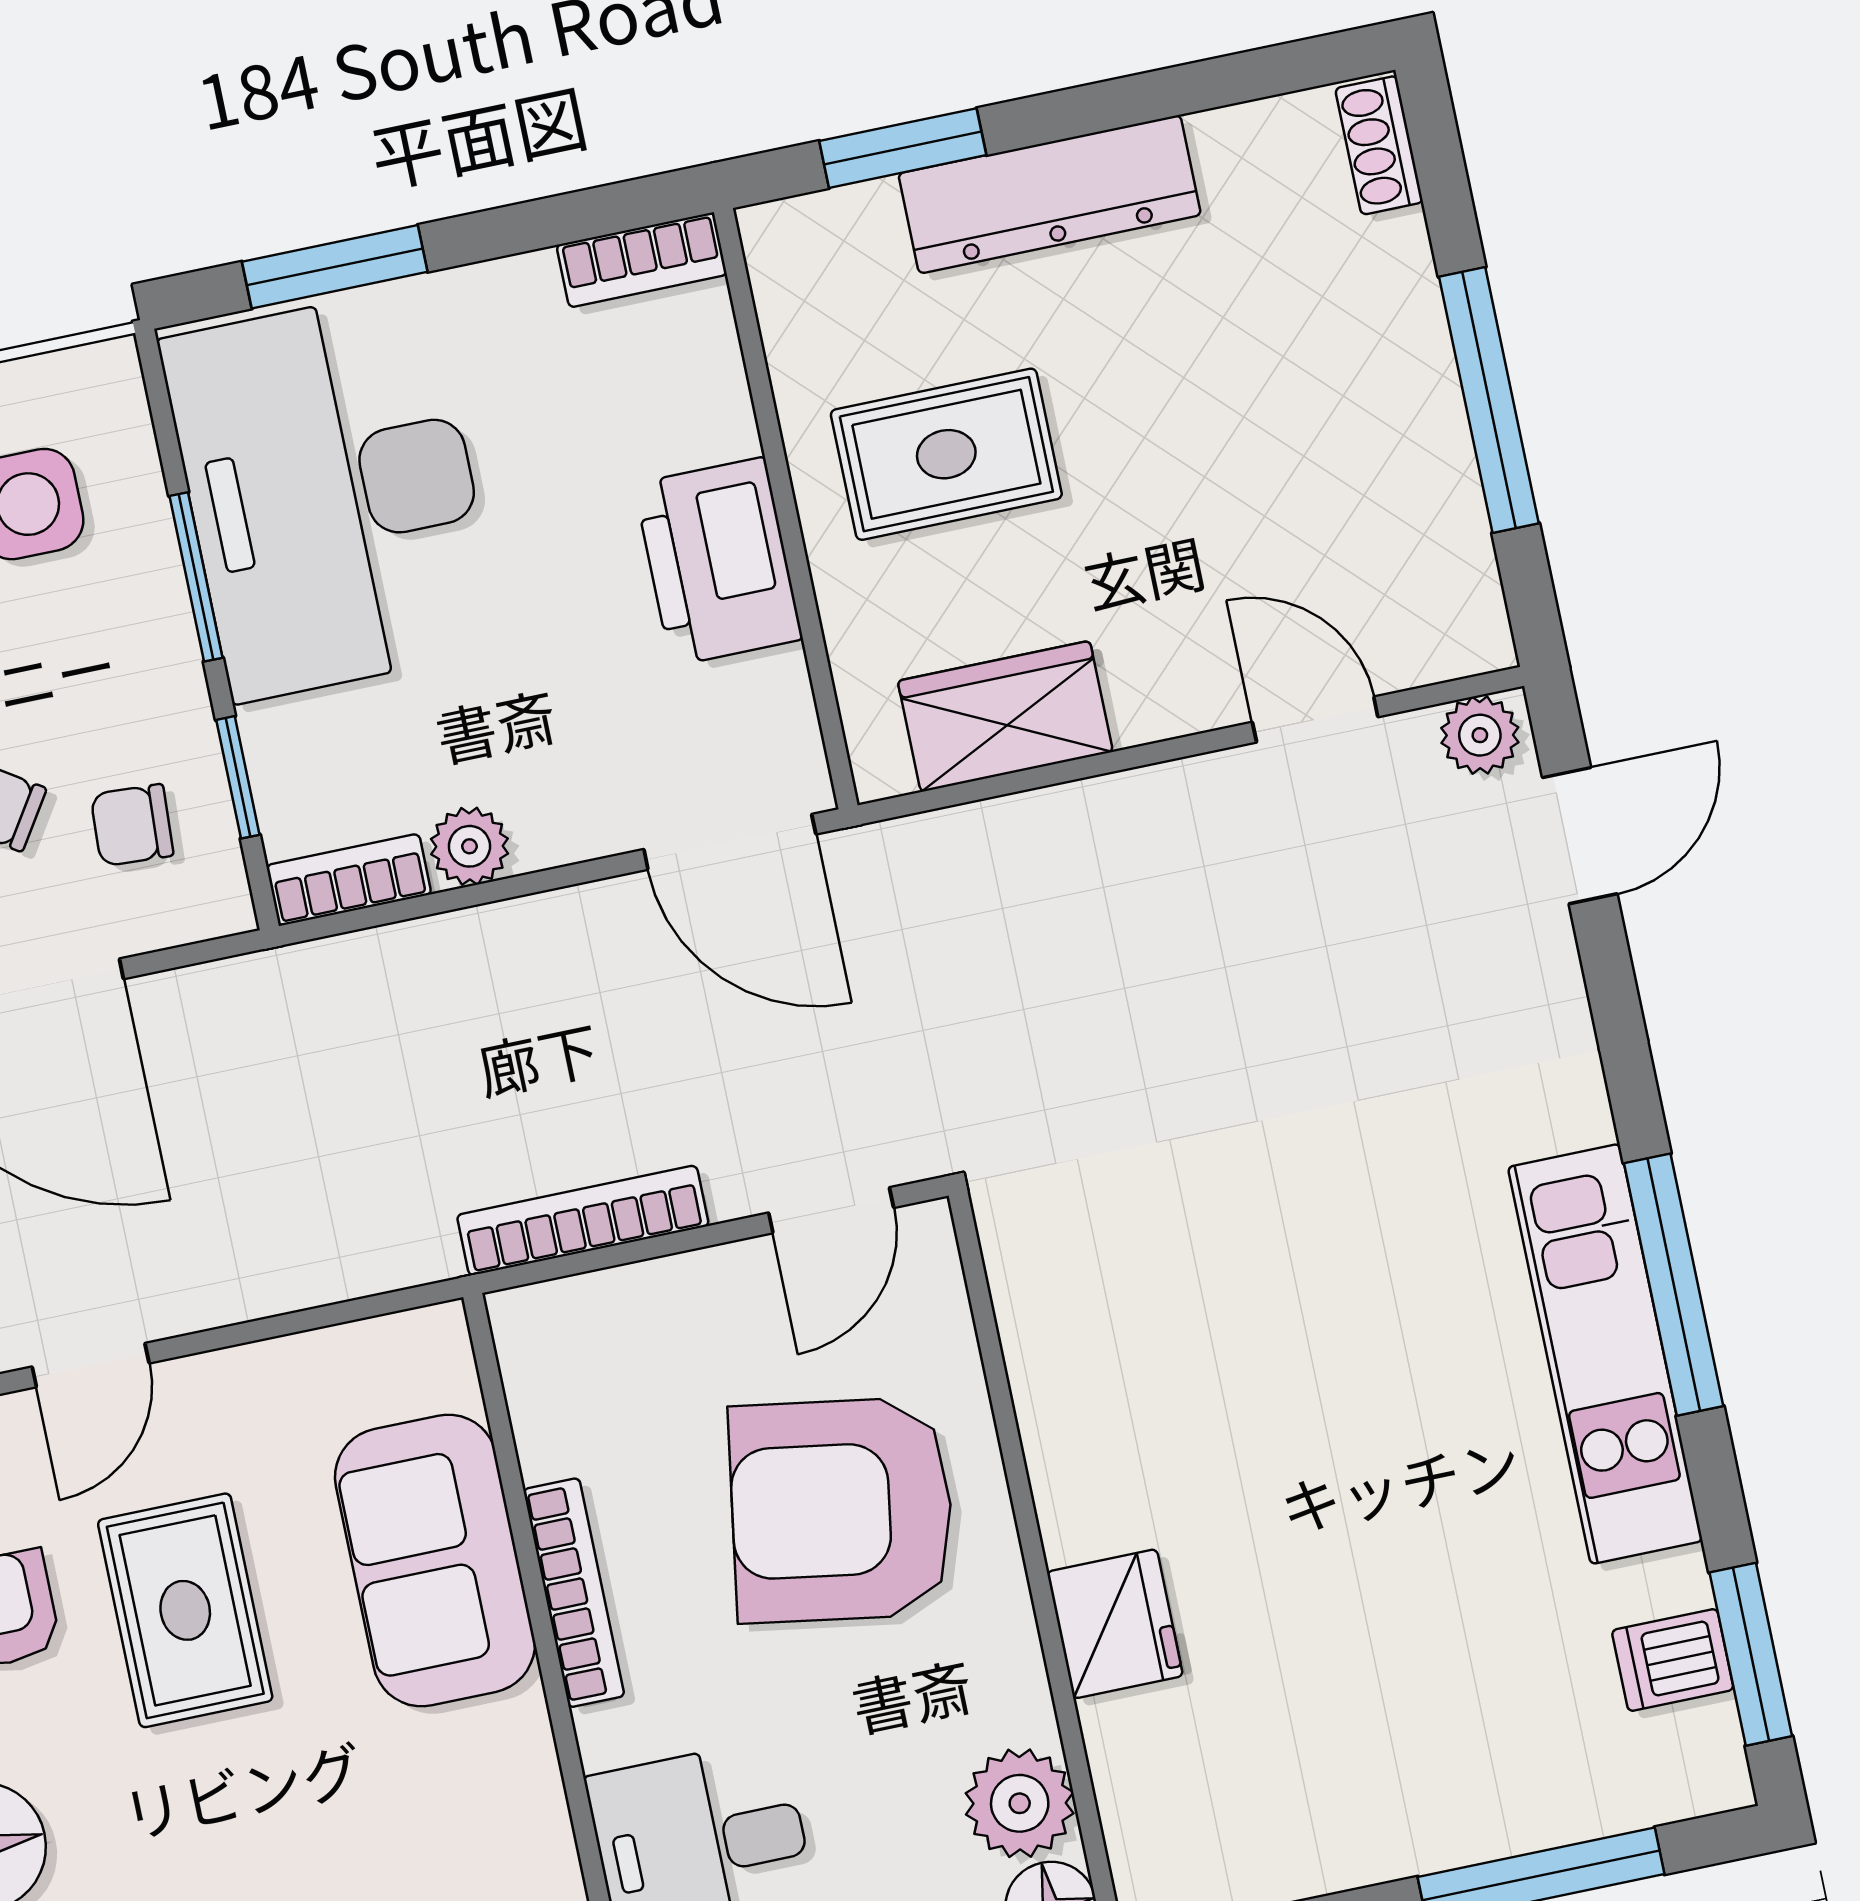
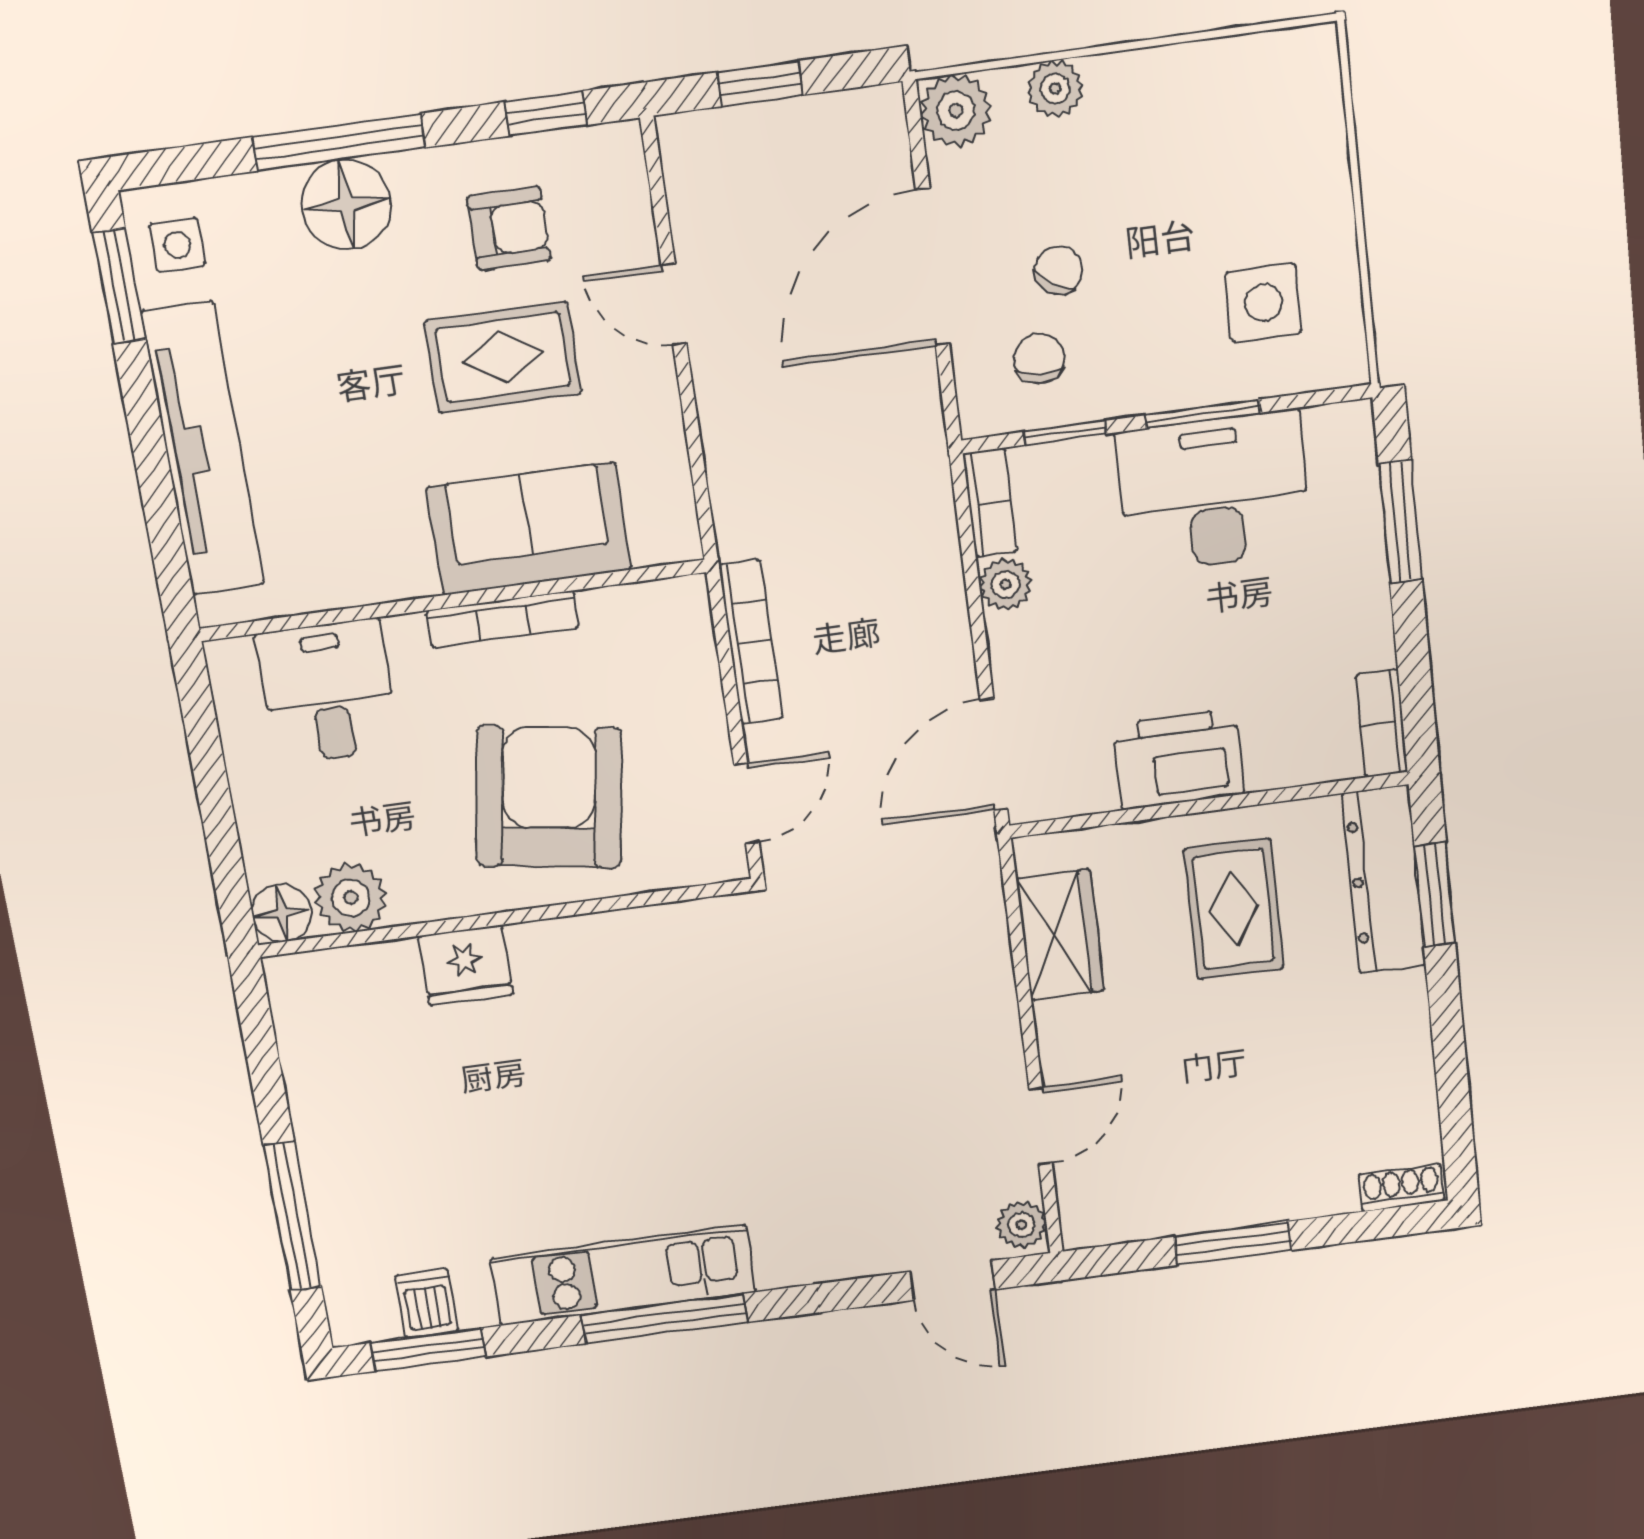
dresser: (1050, 194) -> (1384, 880), moved
window: (1489, 400) -> (1233, 1243), width x0.69
desk: (332, 494) -> (1214, 492), width x0.73, depth x0.77
door: (831, 1210) -> (747, 803), swing flipped

